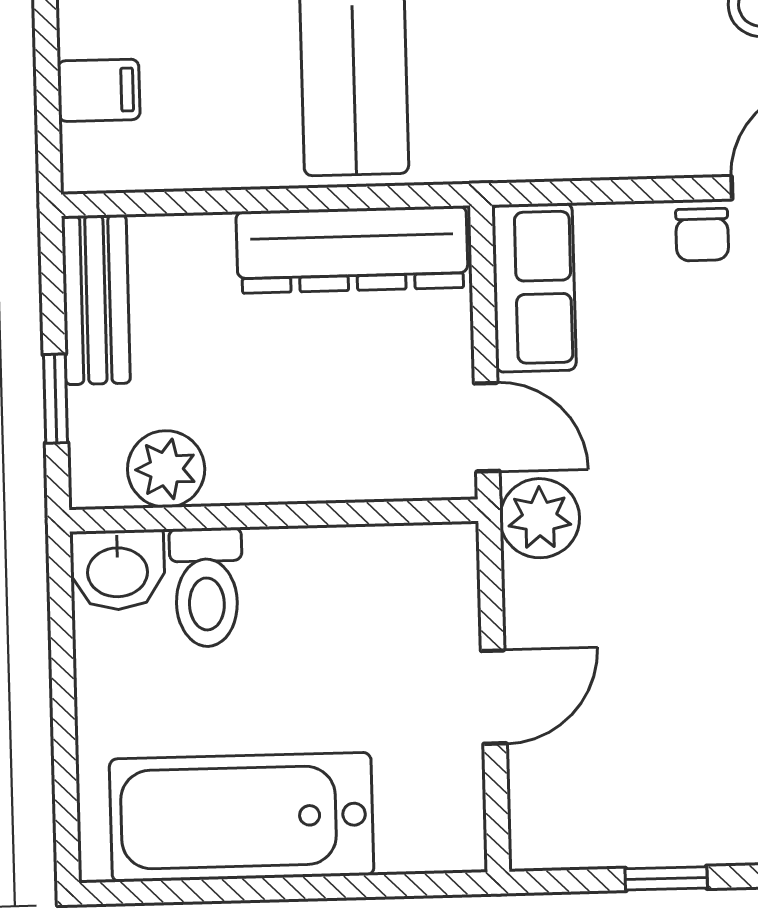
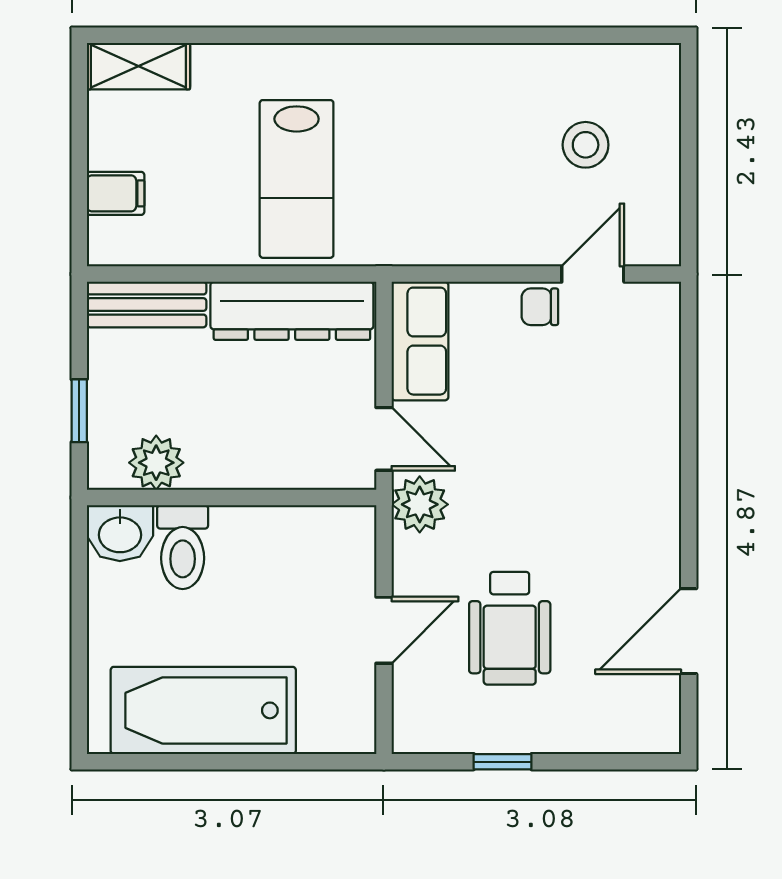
chair: (702, 235) -> (540, 307), turned 90
bench: (96, 300) -> (147, 305), moved, turned 90
wheelchair: (671, 690) -> (510, 628), added

